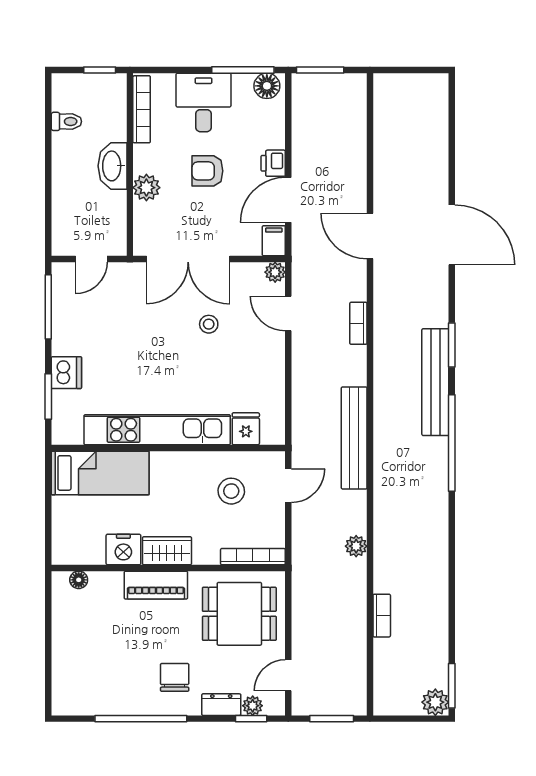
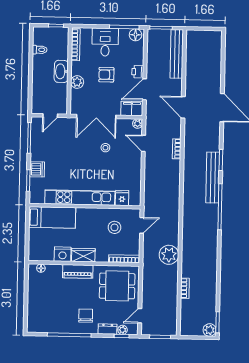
filing cabinet: (274, 241) -> (132, 108), width x2.00
bench: (354, 438) -> (177, 54), moved
plant: (356, 546) -> (169, 255), width x1.88, depth x1.88

